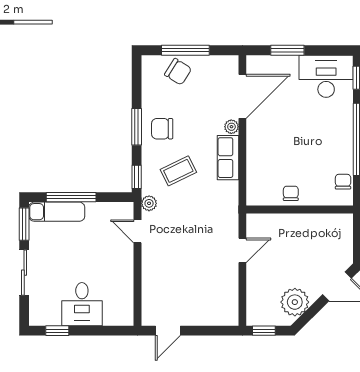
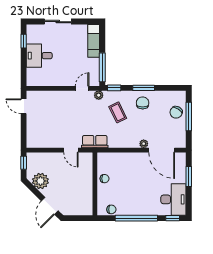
row of seats: (228, 158) -> (95, 142), moved
window: (71, 197) -> (102, 67), moved
window: (24, 224) -> (86, 22), removed

